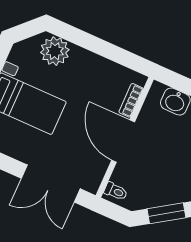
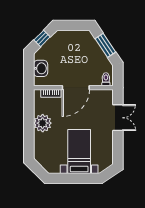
plant: (55, 51) -> (43, 123), moved
double door: (51, 183) -> (118, 118), width x0.73

